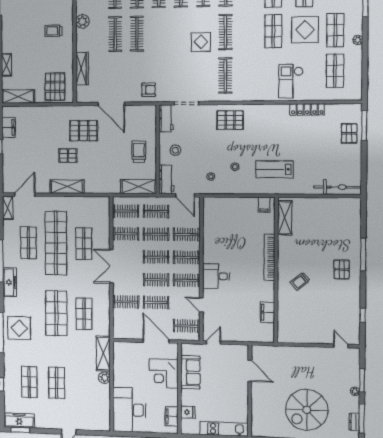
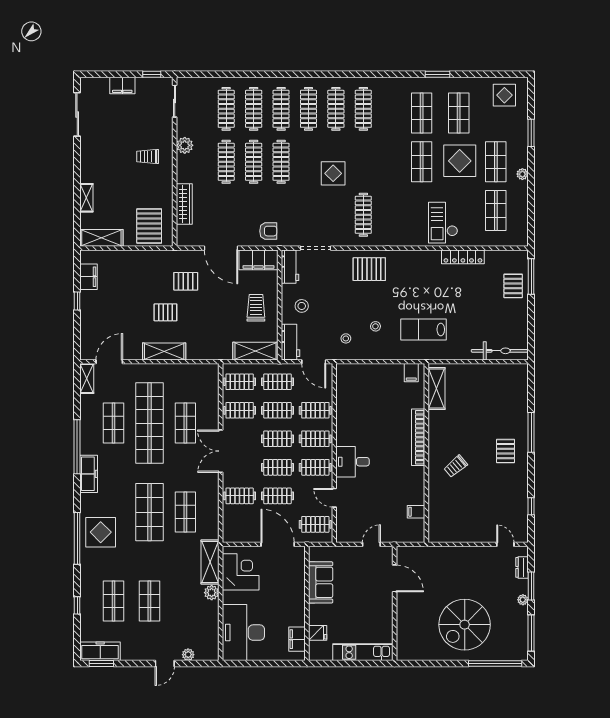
clothes rail: (225, 32) -> (281, 162), moved
filing cabinet: (141, 113) -> (258, 260), added
pallet: (84, 131) -> (186, 281), width x0.67, depth x0.71
filing cabinet: (267, 312) -> (416, 512), width x0.50
door: (214, 343) -> (371, 544), moved
corner desk: (164, 374) -> (241, 572), moved, turned 180
dresser: (354, 422) -> (522, 567), moved
plant: (87, 426) -> (188, 655), added

